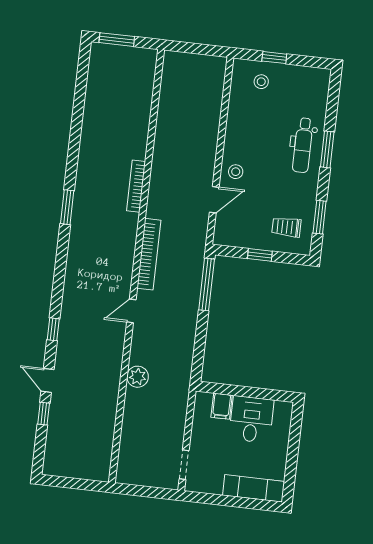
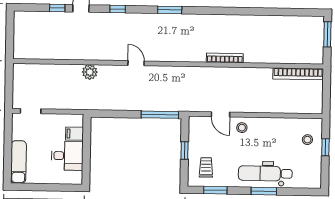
dental chair: (303, 145) -> (265, 173), width x1.36, depth x1.38
window: (67, 207) -> (170, 10), moved
bookcase: (149, 254) -> (298, 74), moved

